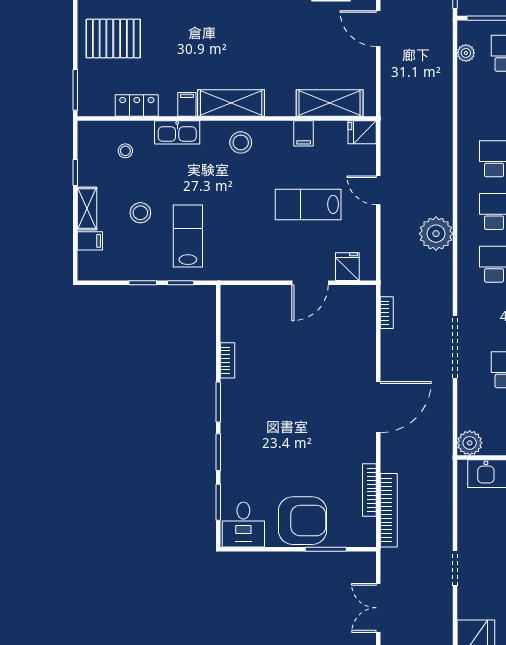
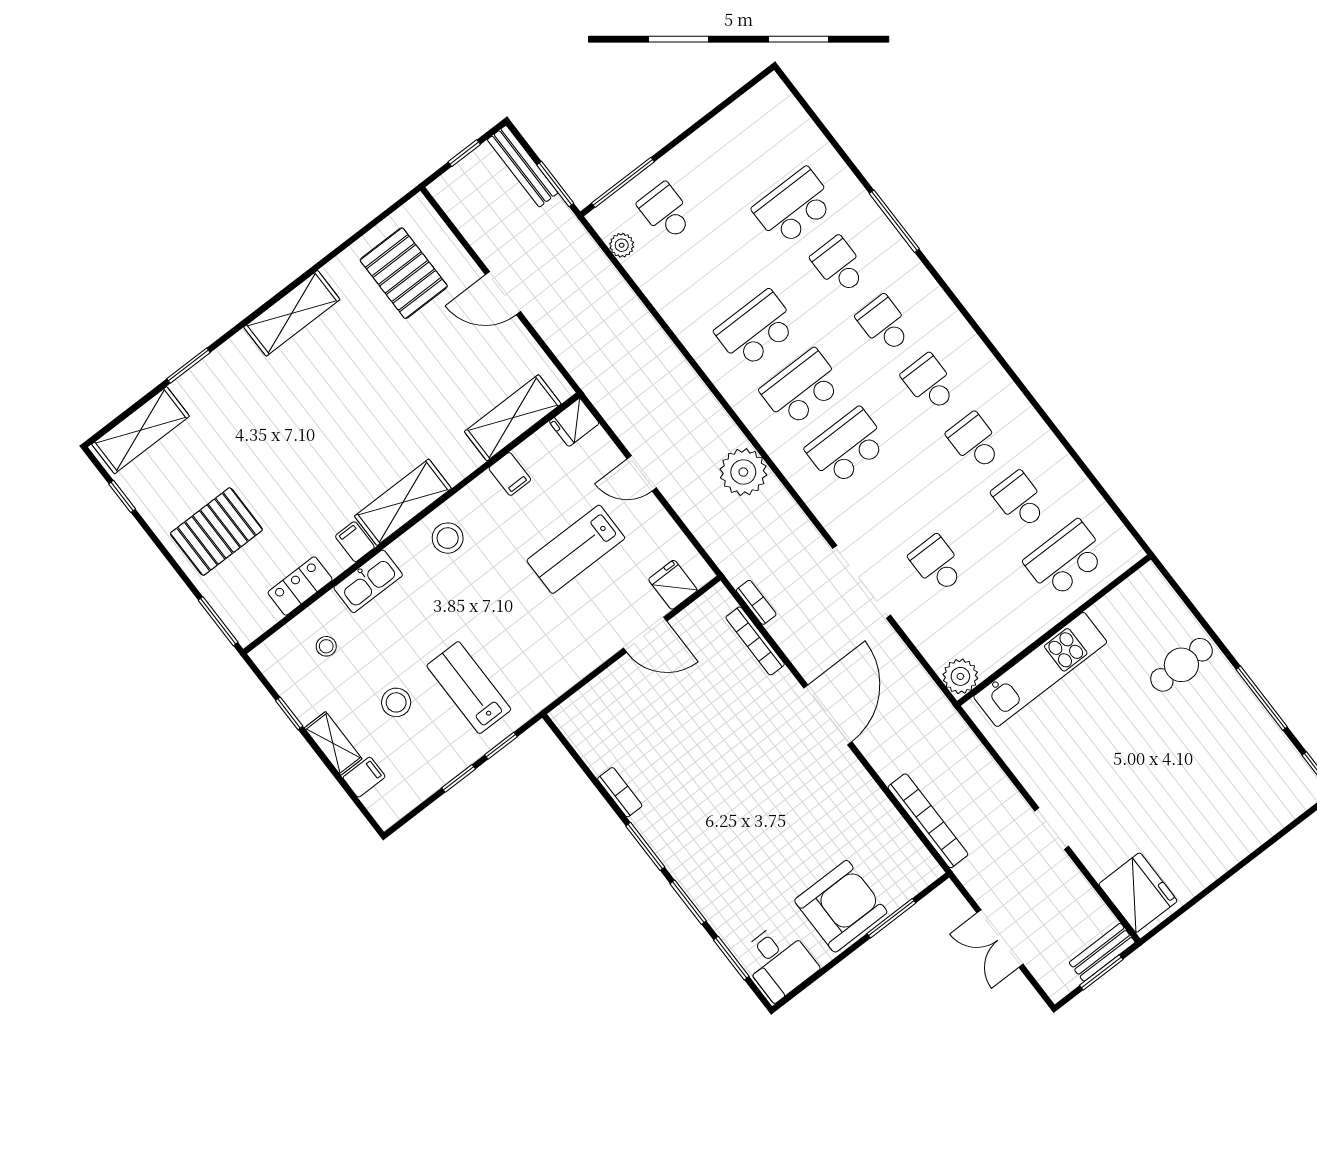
door: (310, 283) -> (645, 635), hinge flipped
bookcase: (369, 490) -> (755, 641), moved

